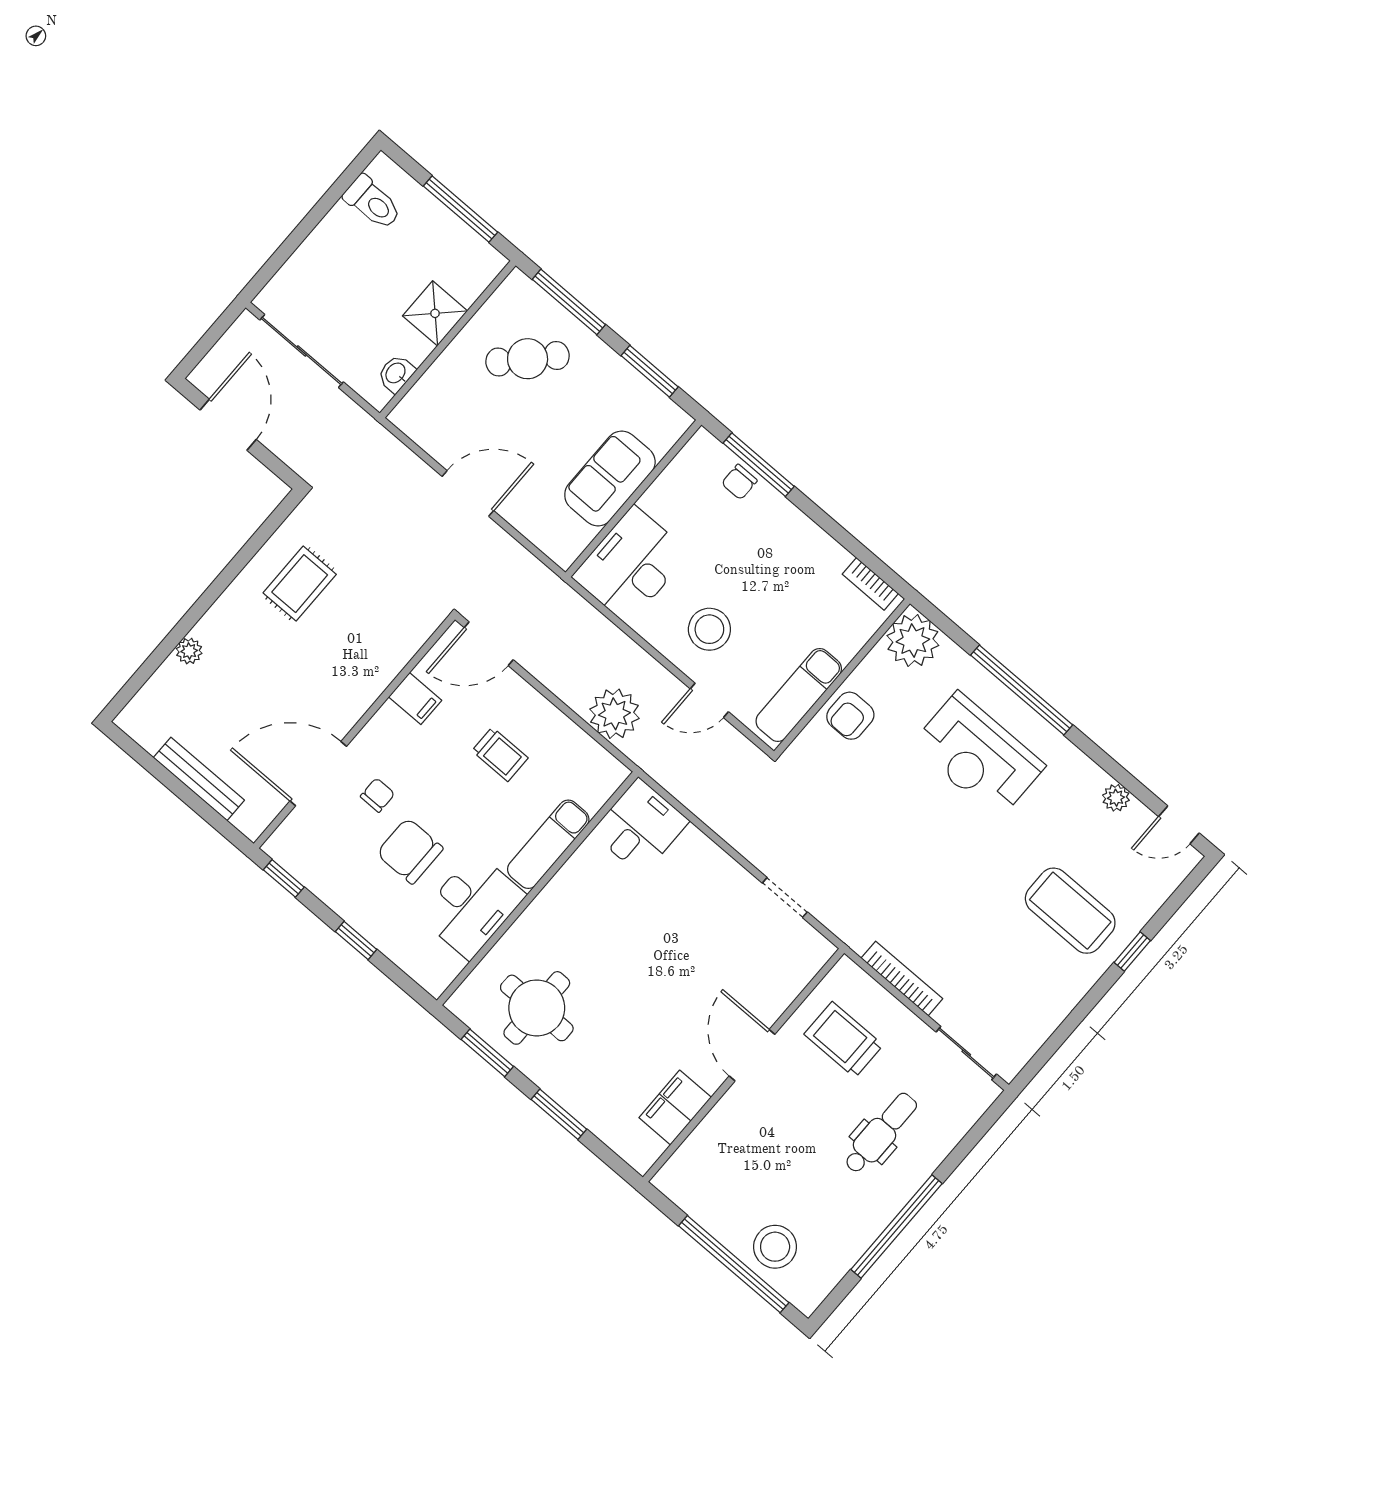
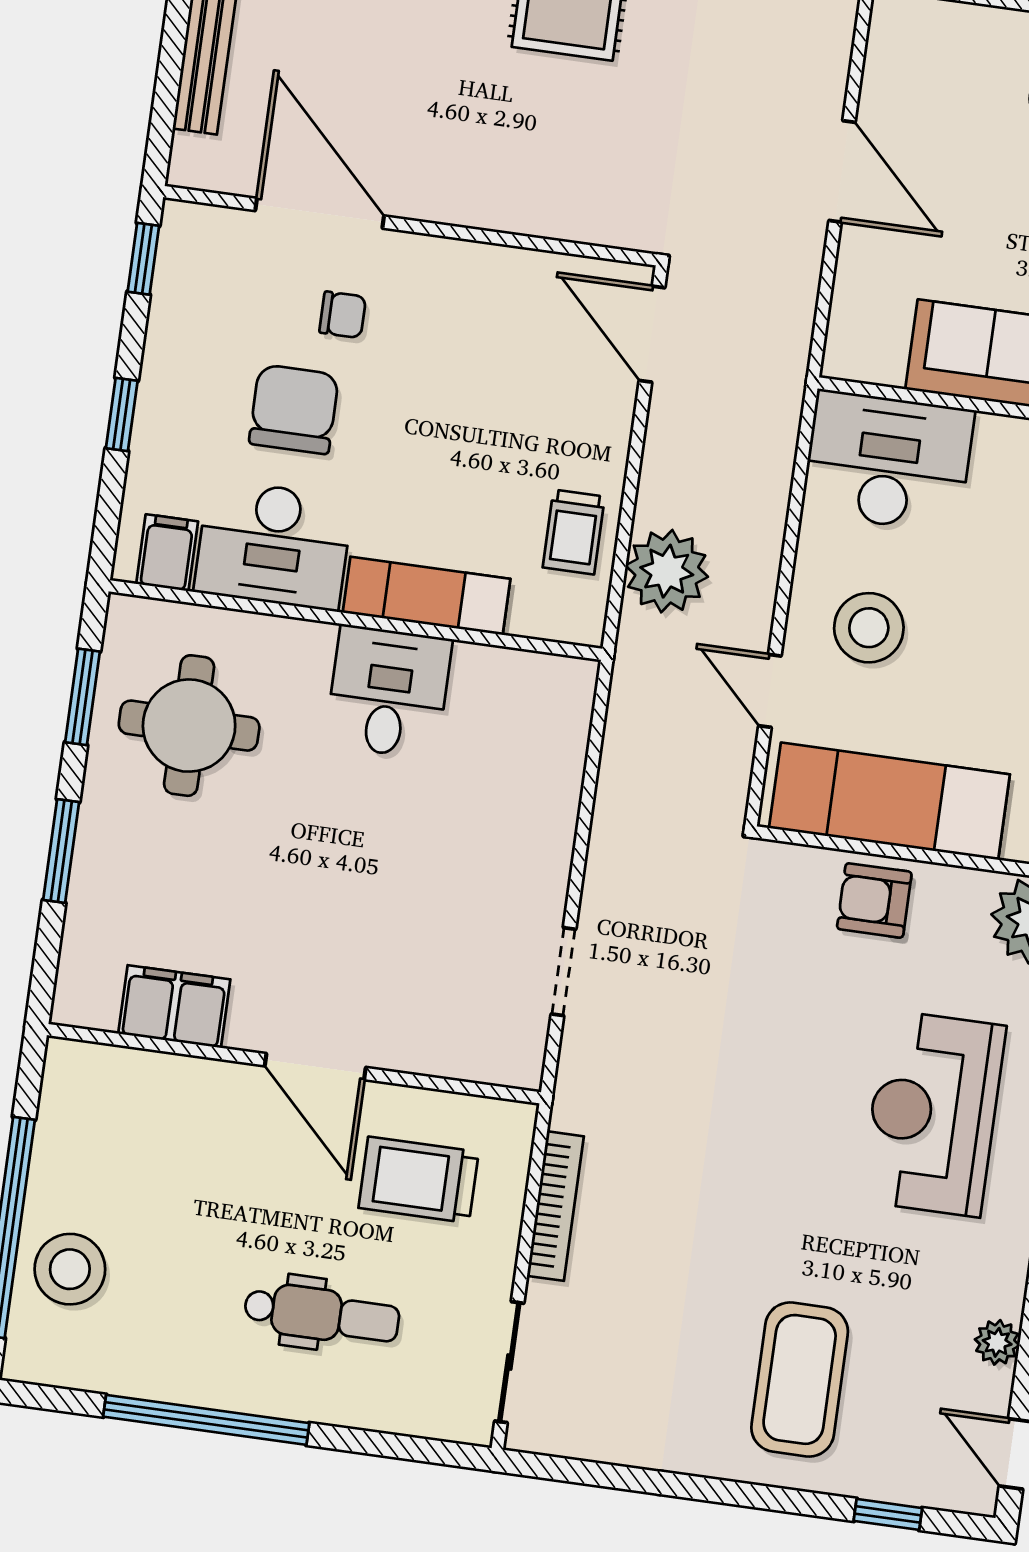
exam couch: (799, 695) -> (889, 801), width x1.36, depth x1.45
filing cabinet: (415, 699) -> (167, 553), moved, turned 180
trolley: (500, 754) -> (574, 532), moved
desk: (640, 827) -> (388, 692), moved, turned -90
window: (1132, 951) -> (888, 1514), moved
trolley: (844, 1040) -> (419, 1180), turned -90
door: (752, 1055) -> (315, 1067), swing flipped

